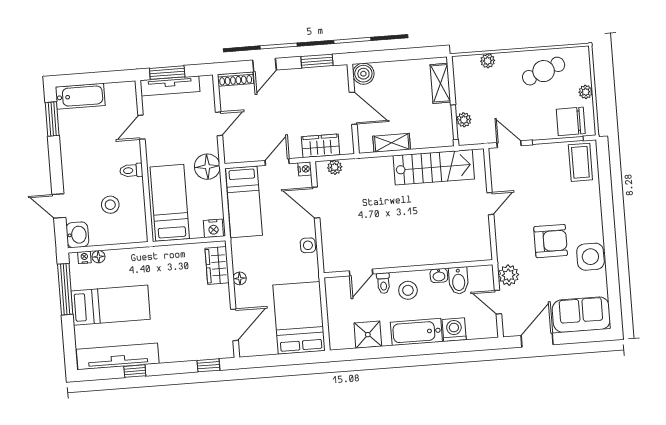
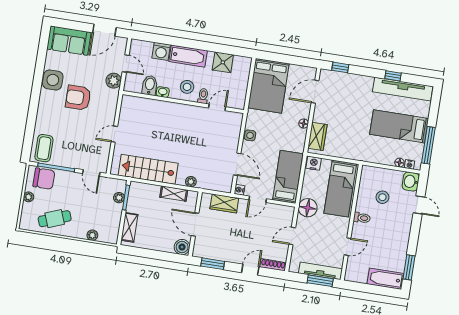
plant: (335, 167) -> (191, 182), moved

